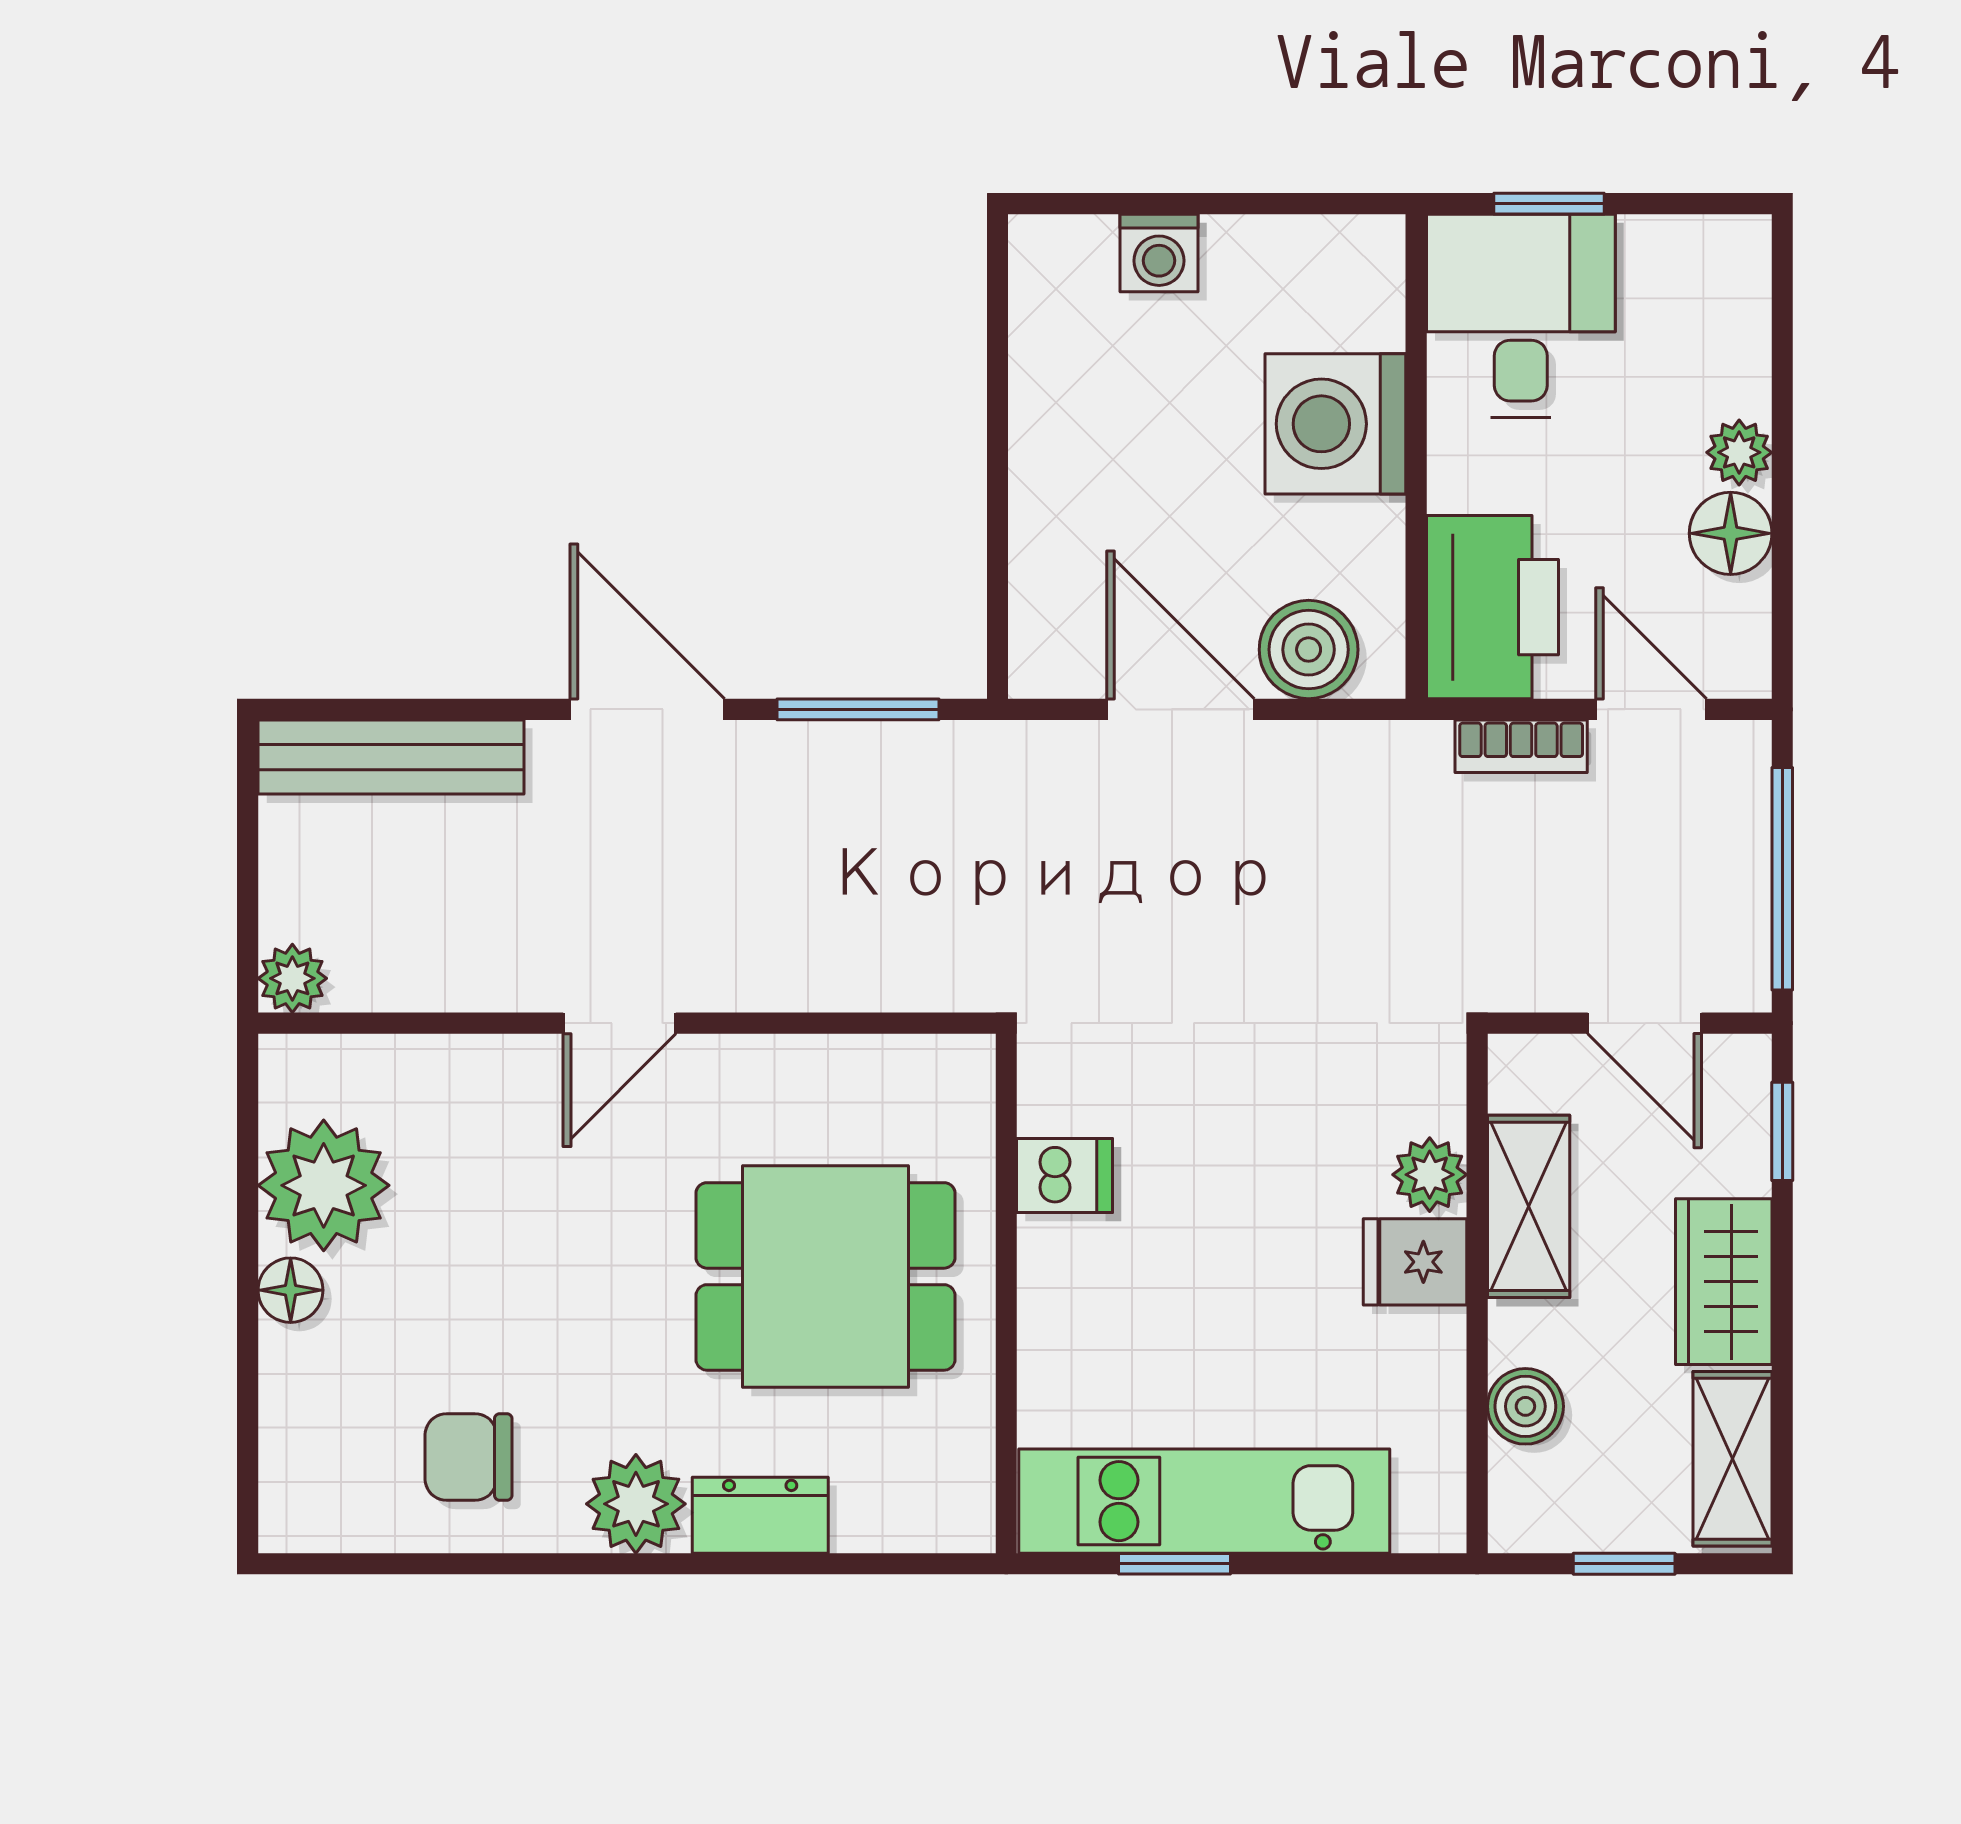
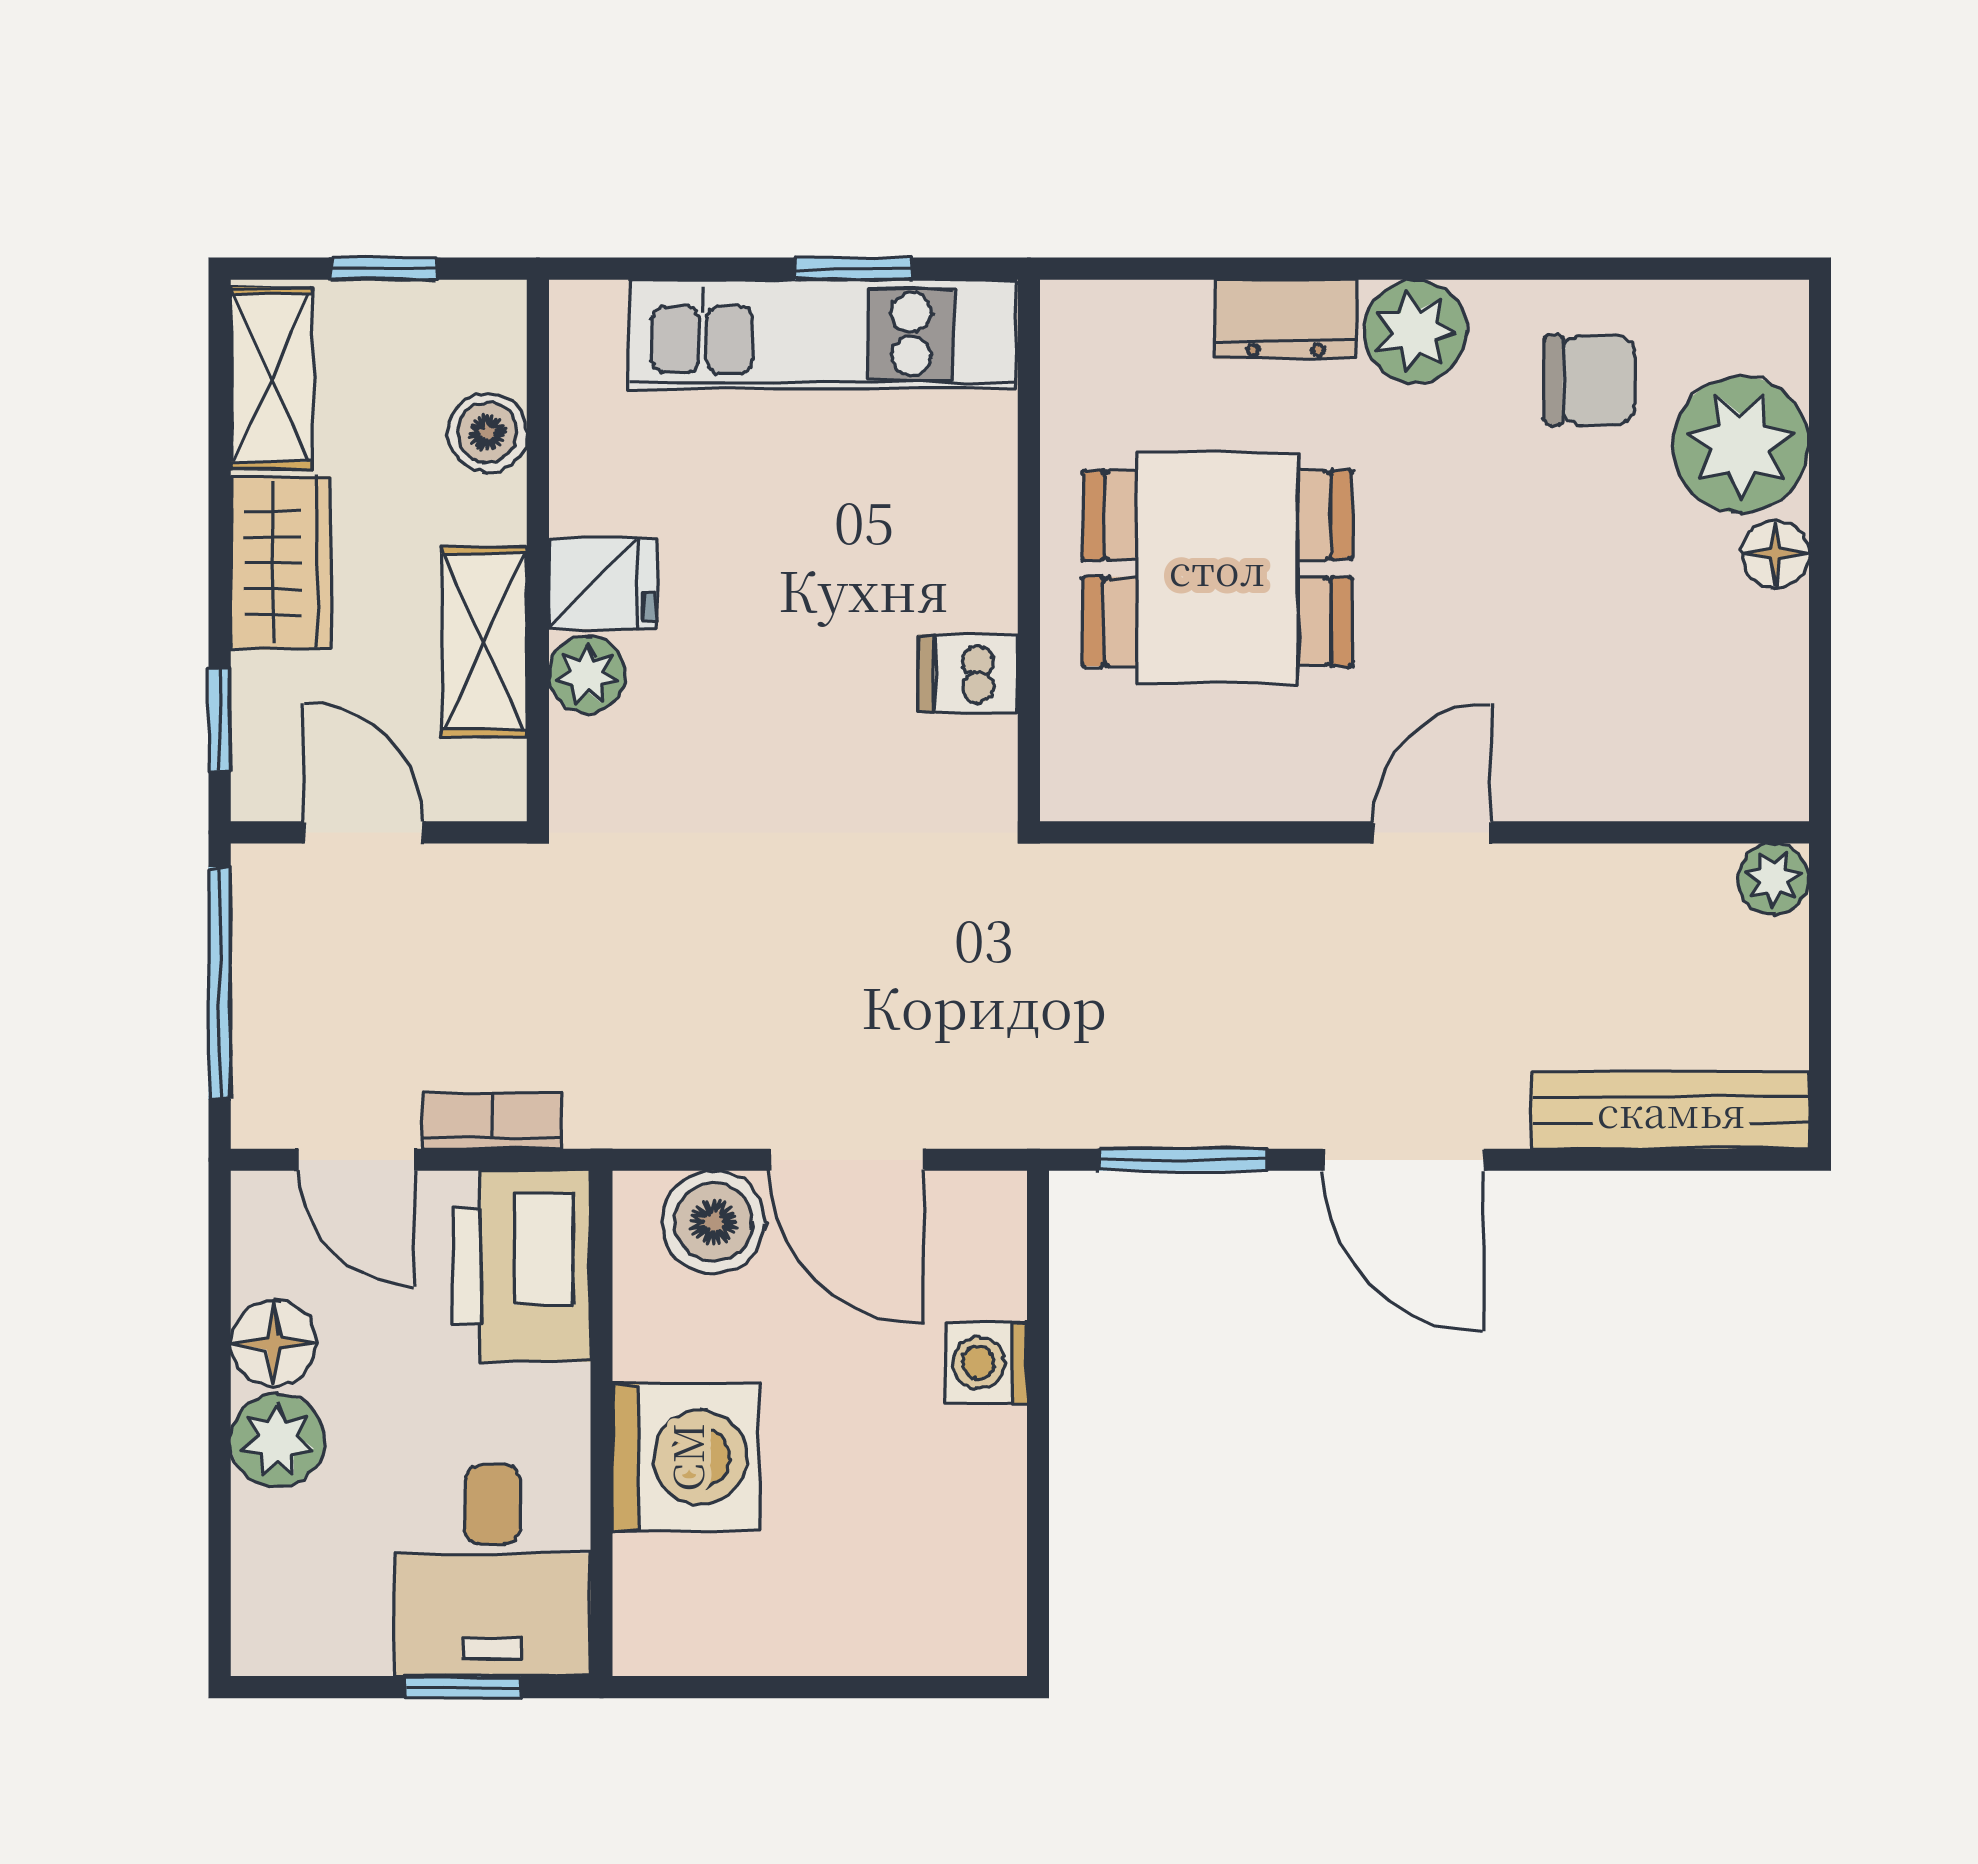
washing machine: (1159, 253) -> (987, 1363), moved, turned -90
plant: (1739, 452) -> (277, 1440), width x1.38, depth x1.38
plant: (324, 1185) -> (1741, 445), moved

